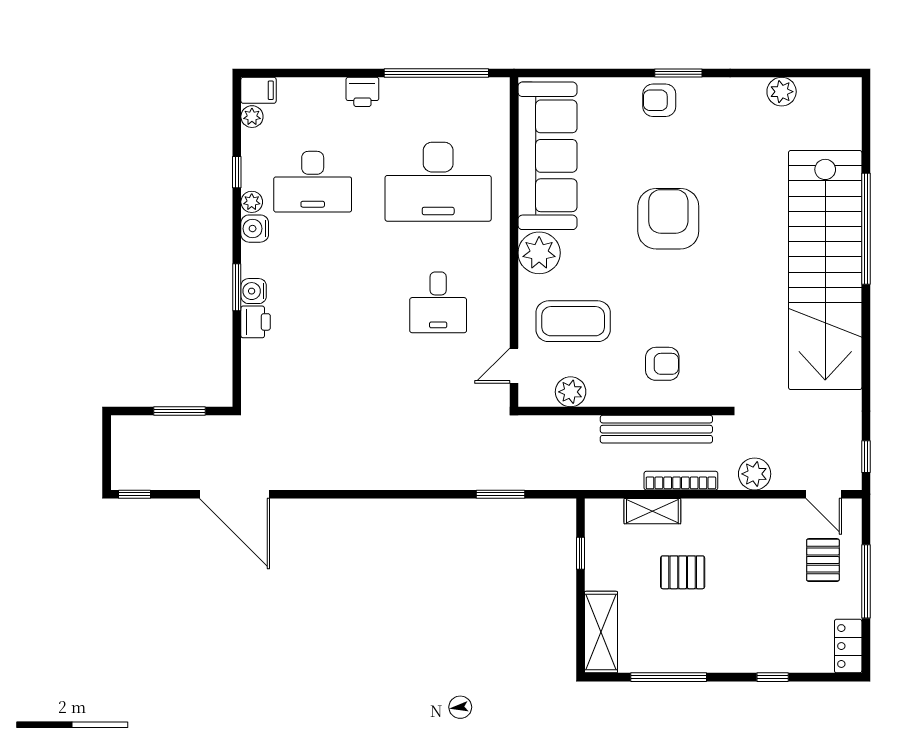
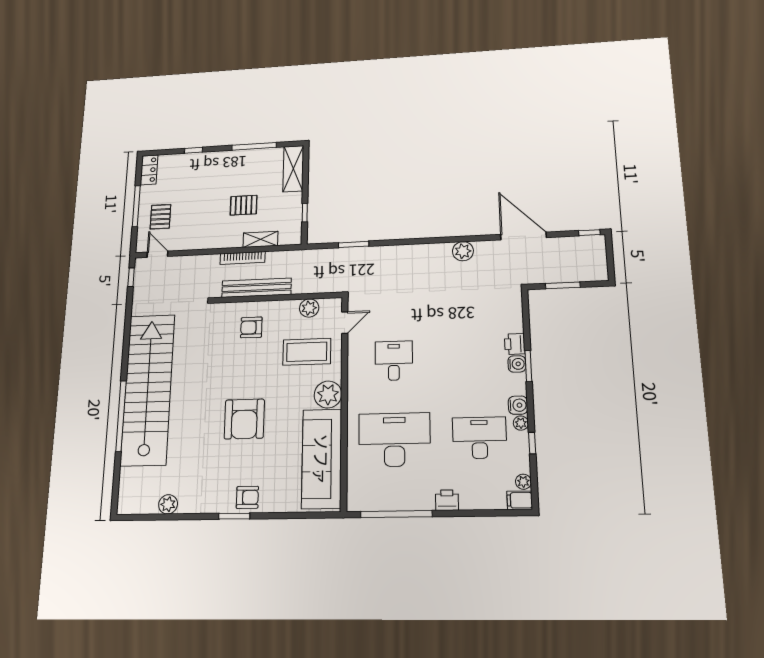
plant: (755, 474) -> (463, 251), moved

